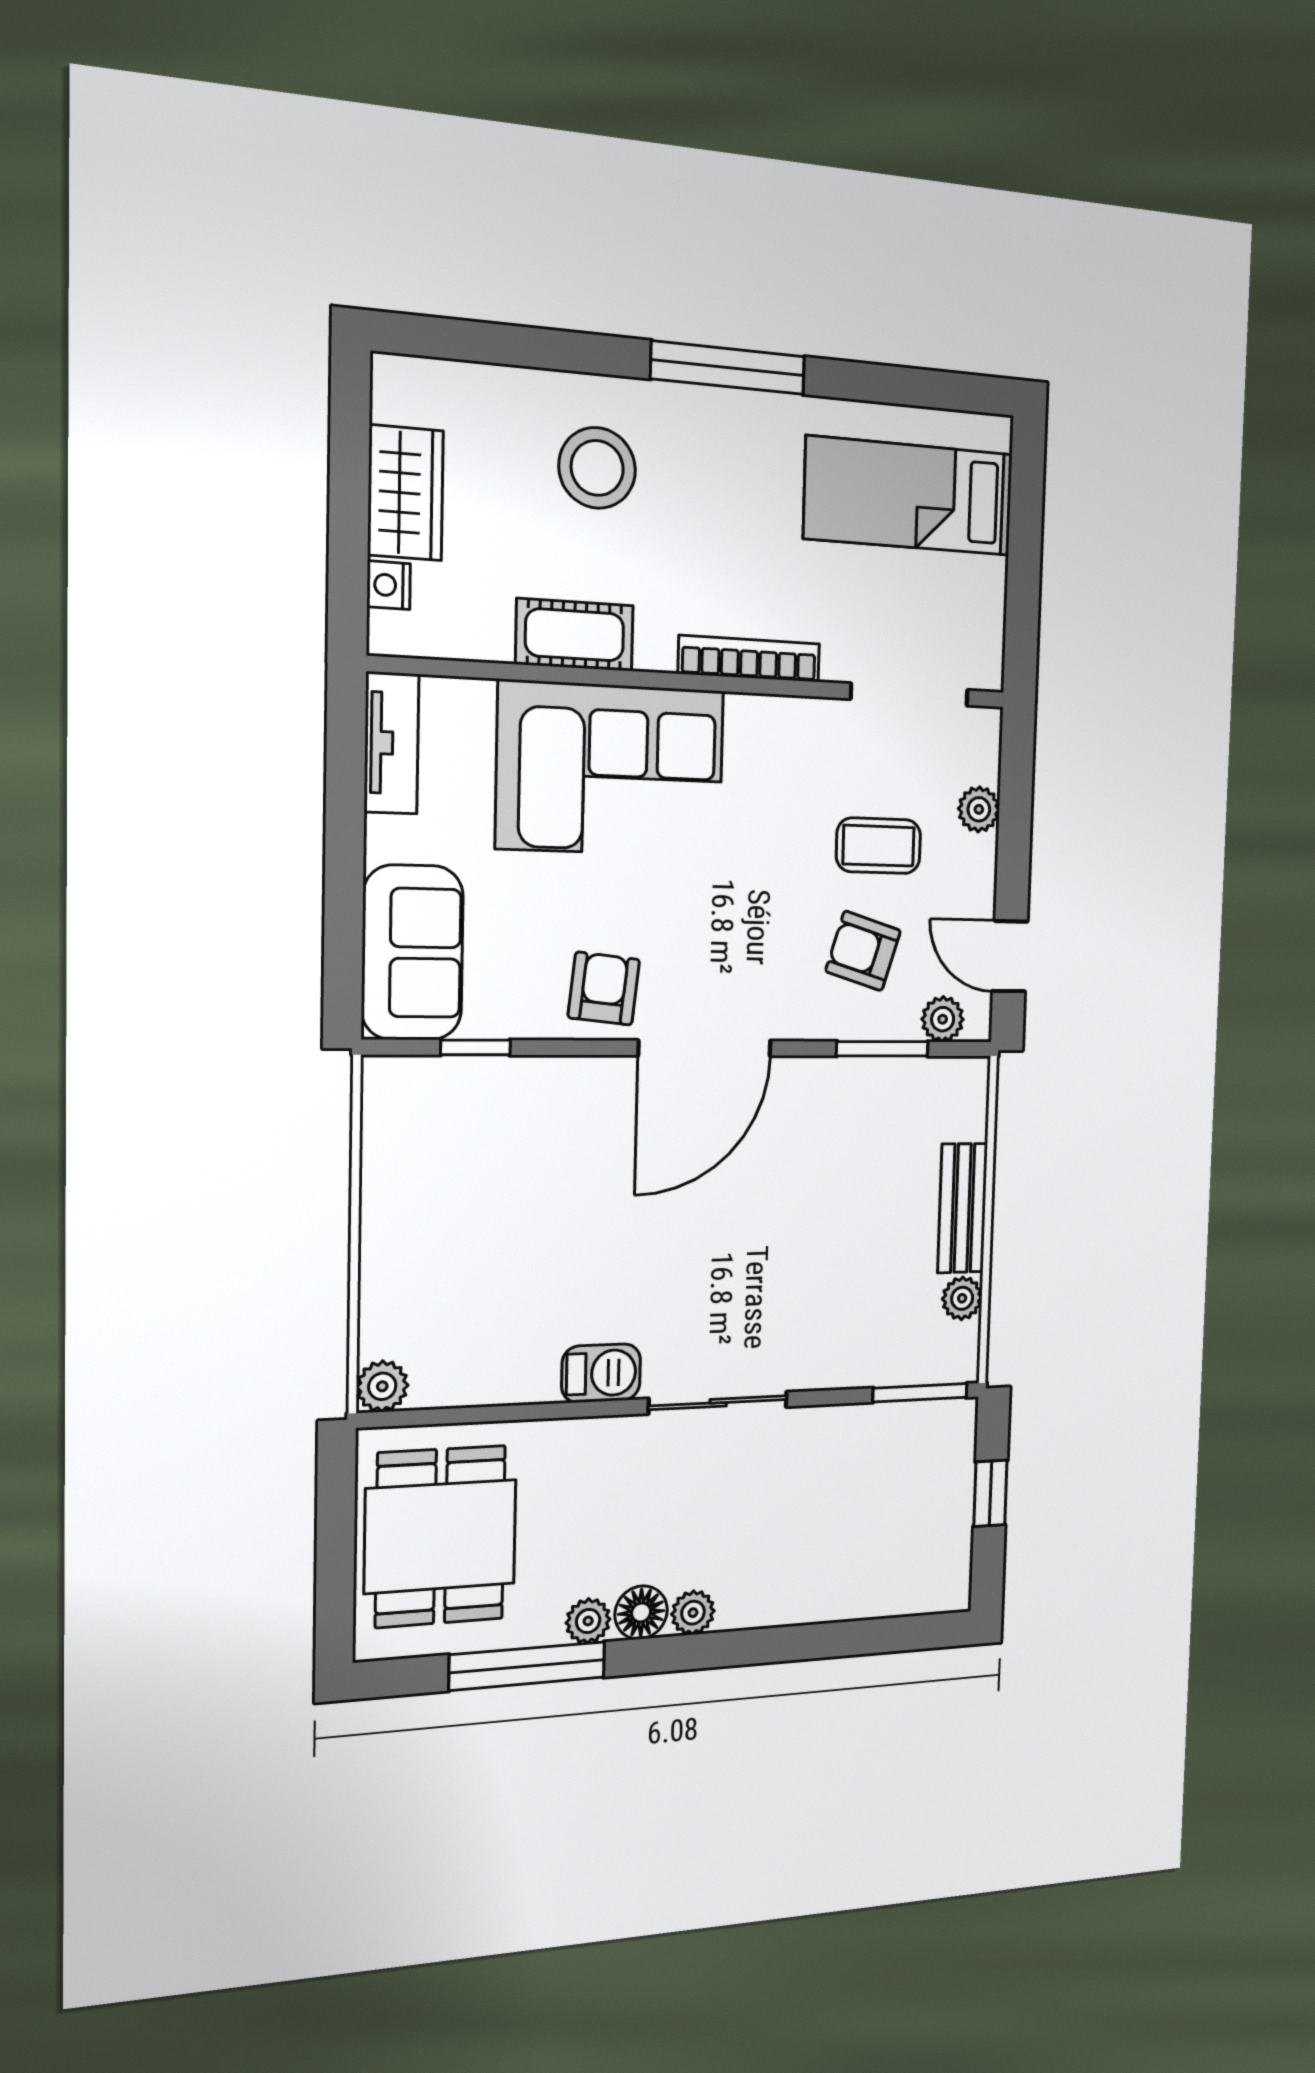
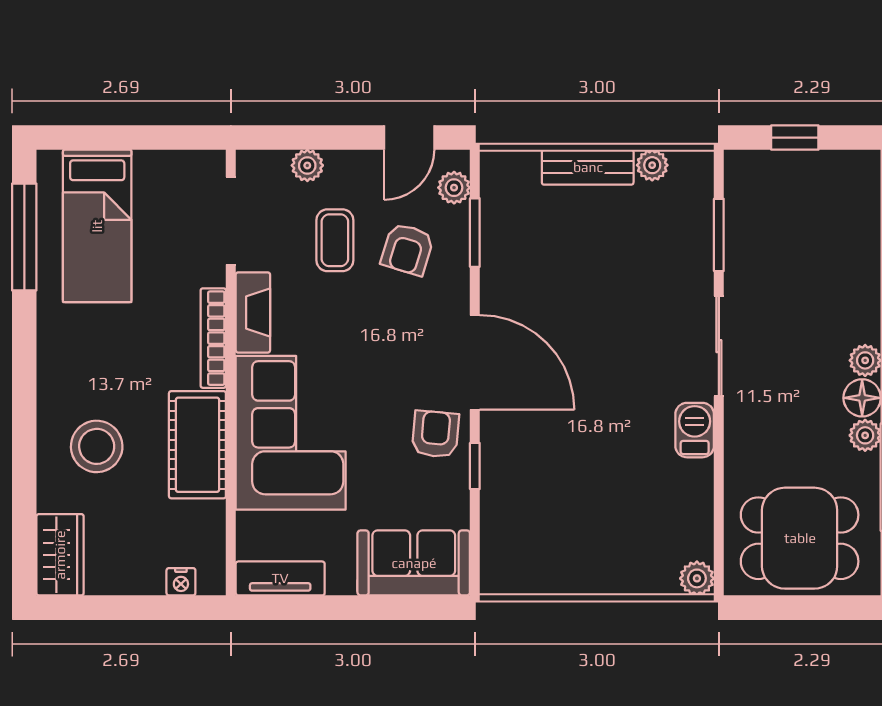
window: (728, 368) -> (24, 237), moved
wardrobe: (405, 493) -> (60, 555), moved, turned 90
cot: (575, 635) -> (197, 445), width x1.37, depth x1.34
fireplace: (783, 720) -> (253, 312), added
armchair: (604, 989) -> (435, 434), turned 89
window: (475, 1047) -> (475, 466), moved
window: (920, 1393) -> (719, 235), moved

